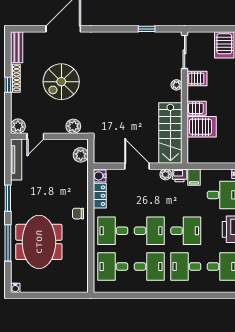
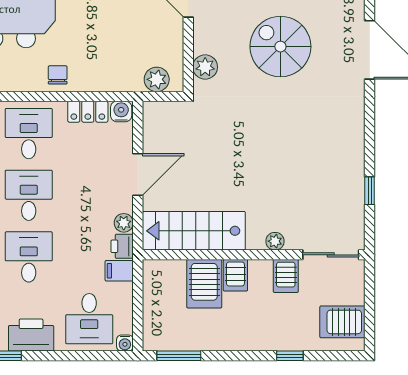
desk: (149, 231) -> (29, 195), turned 180
desk: (186, 231) -> (29, 257), turned 180

